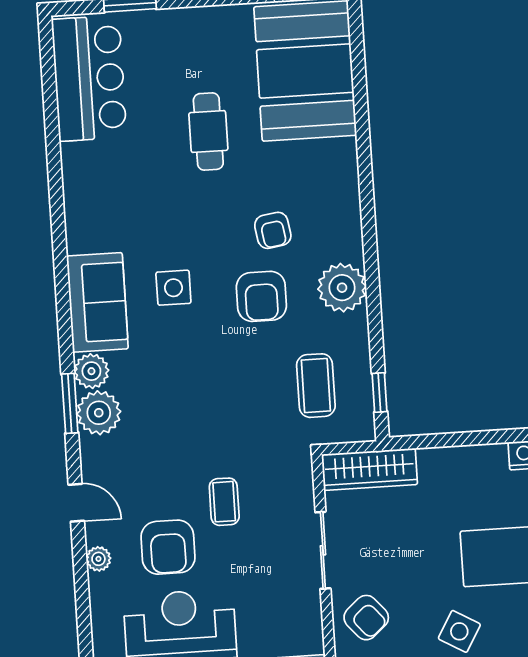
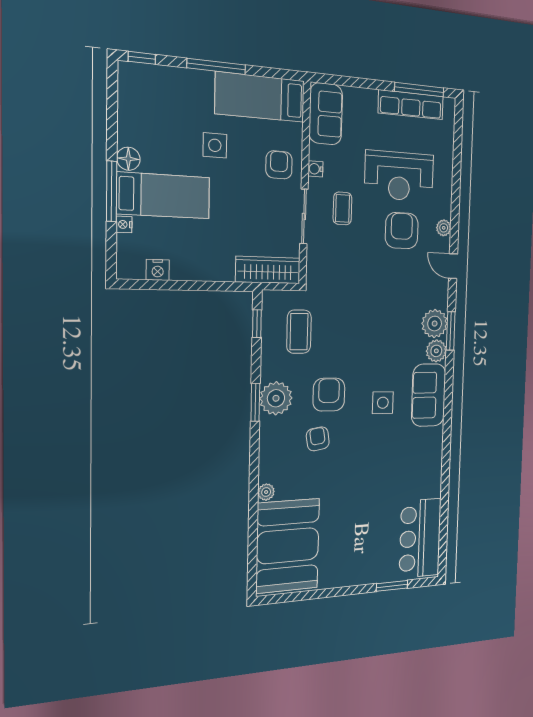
cafe table: (208, 131) -> (352, 505), removed
plant: (345, 151) -> (266, 492), added
window: (372, 281) -> (255, 402), added
coffee table: (224, 502) -> (342, 208), moved
armchair: (366, 618) -> (279, 165), turned 41
water cooler: (312, 619) -> (315, 169), added
side table: (459, 631) -> (215, 145), turned -30

